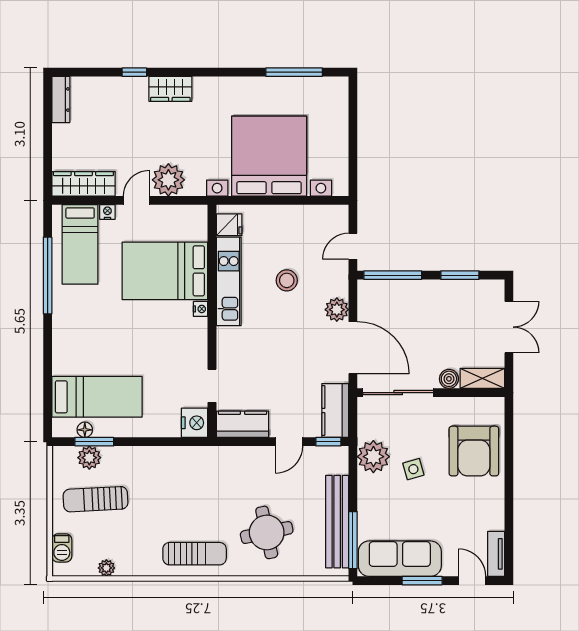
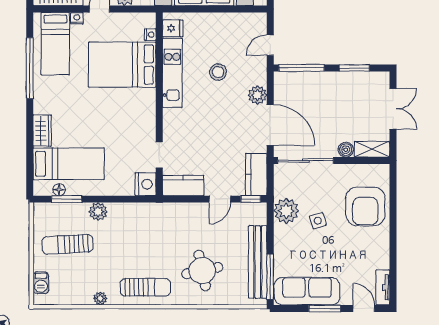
nightstand: (201, 309) -> (150, 35), moved
wardrobe: (63, 355) -> (42, 131), added
plant: (89, 458) -> (98, 212), moved
plant: (106, 568) -> (100, 298), moved

